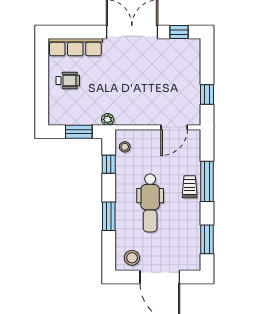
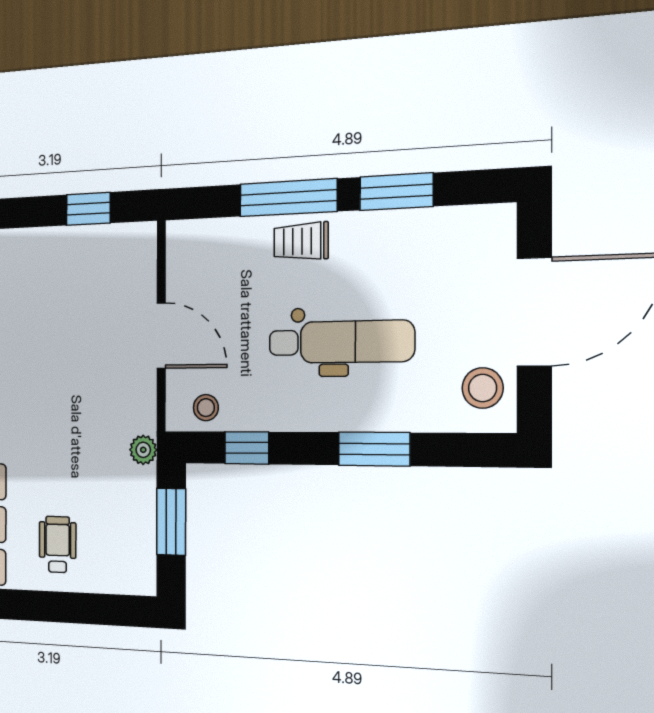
door: (174, 127) -> (161, 336), moved
window: (207, 239) -> (396, 192), moved

